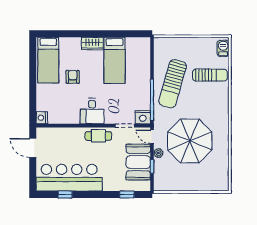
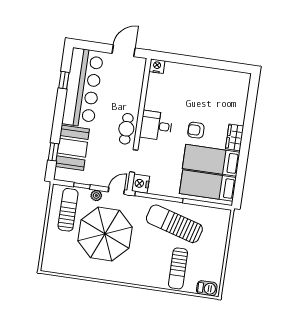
bed: (48, 60) -> (208, 186), moved
armchair: (73, 77) -> (196, 130), moved, turned 180
booth: (138, 162) -> (72, 148), moved, turned 90
sun lounger: (174, 175) -> (68, 210), added

